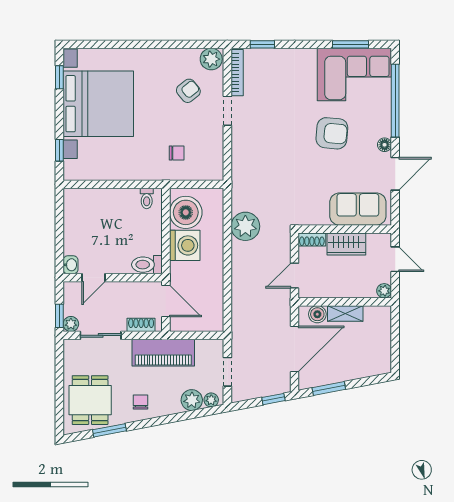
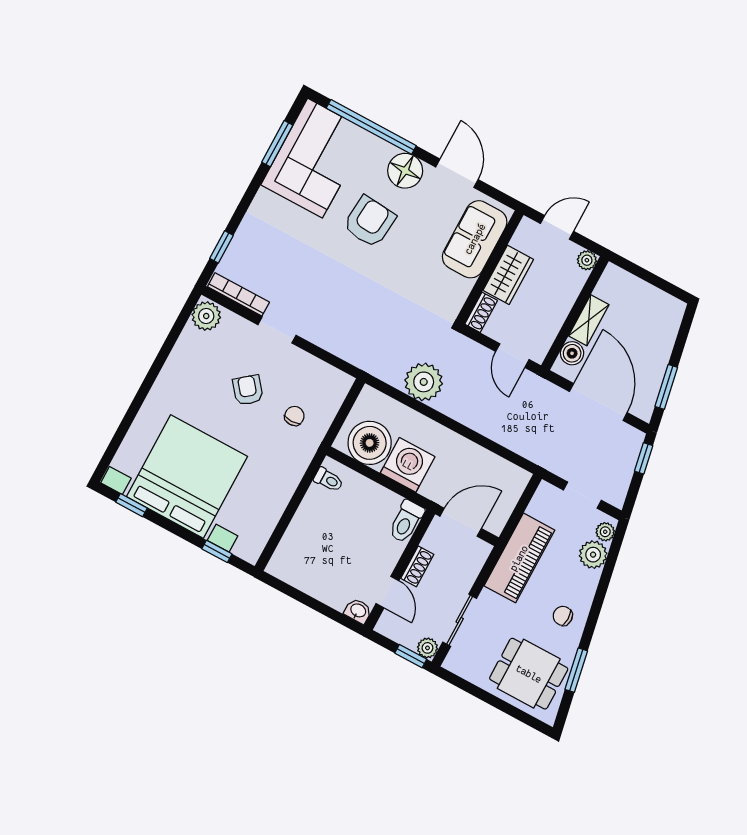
armchair: (188, 91) -> (248, 390), moved
floor lamp: (385, 145) -> (405, 171), width x1.89, depth x1.89
shoe rack: (141, 325) -> (417, 566), moved, turned 180

